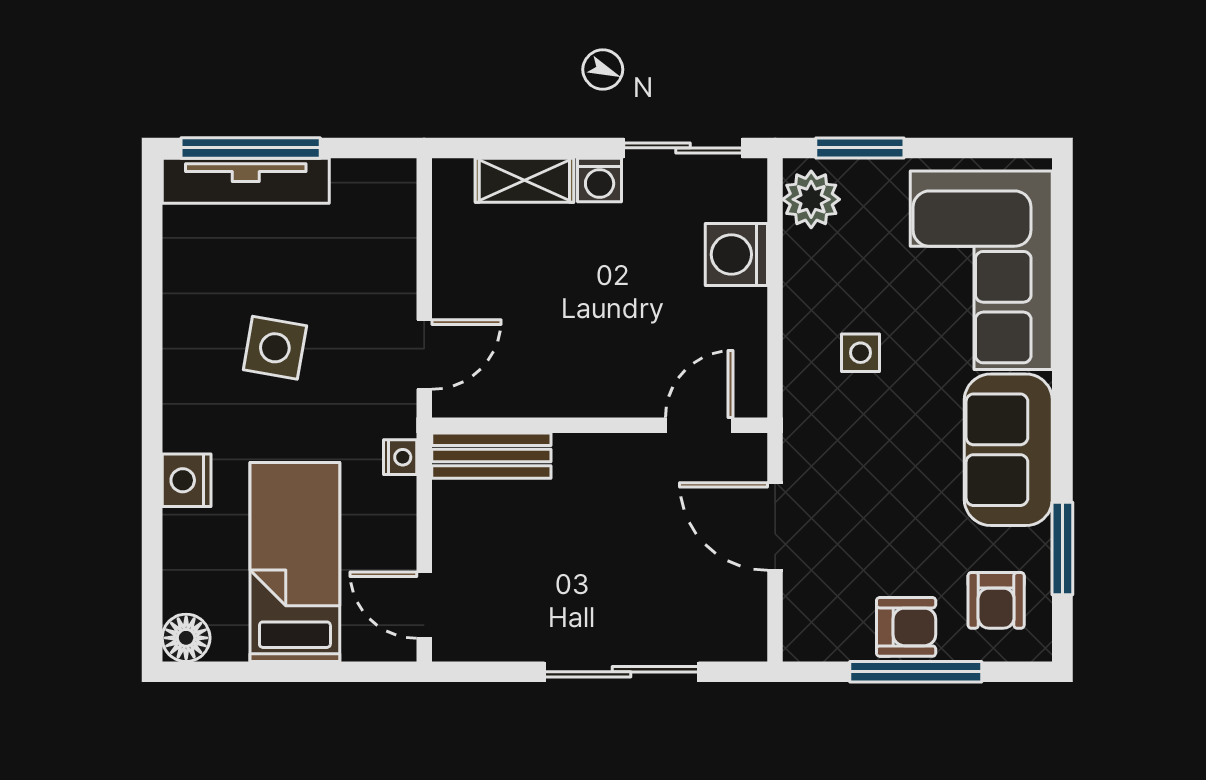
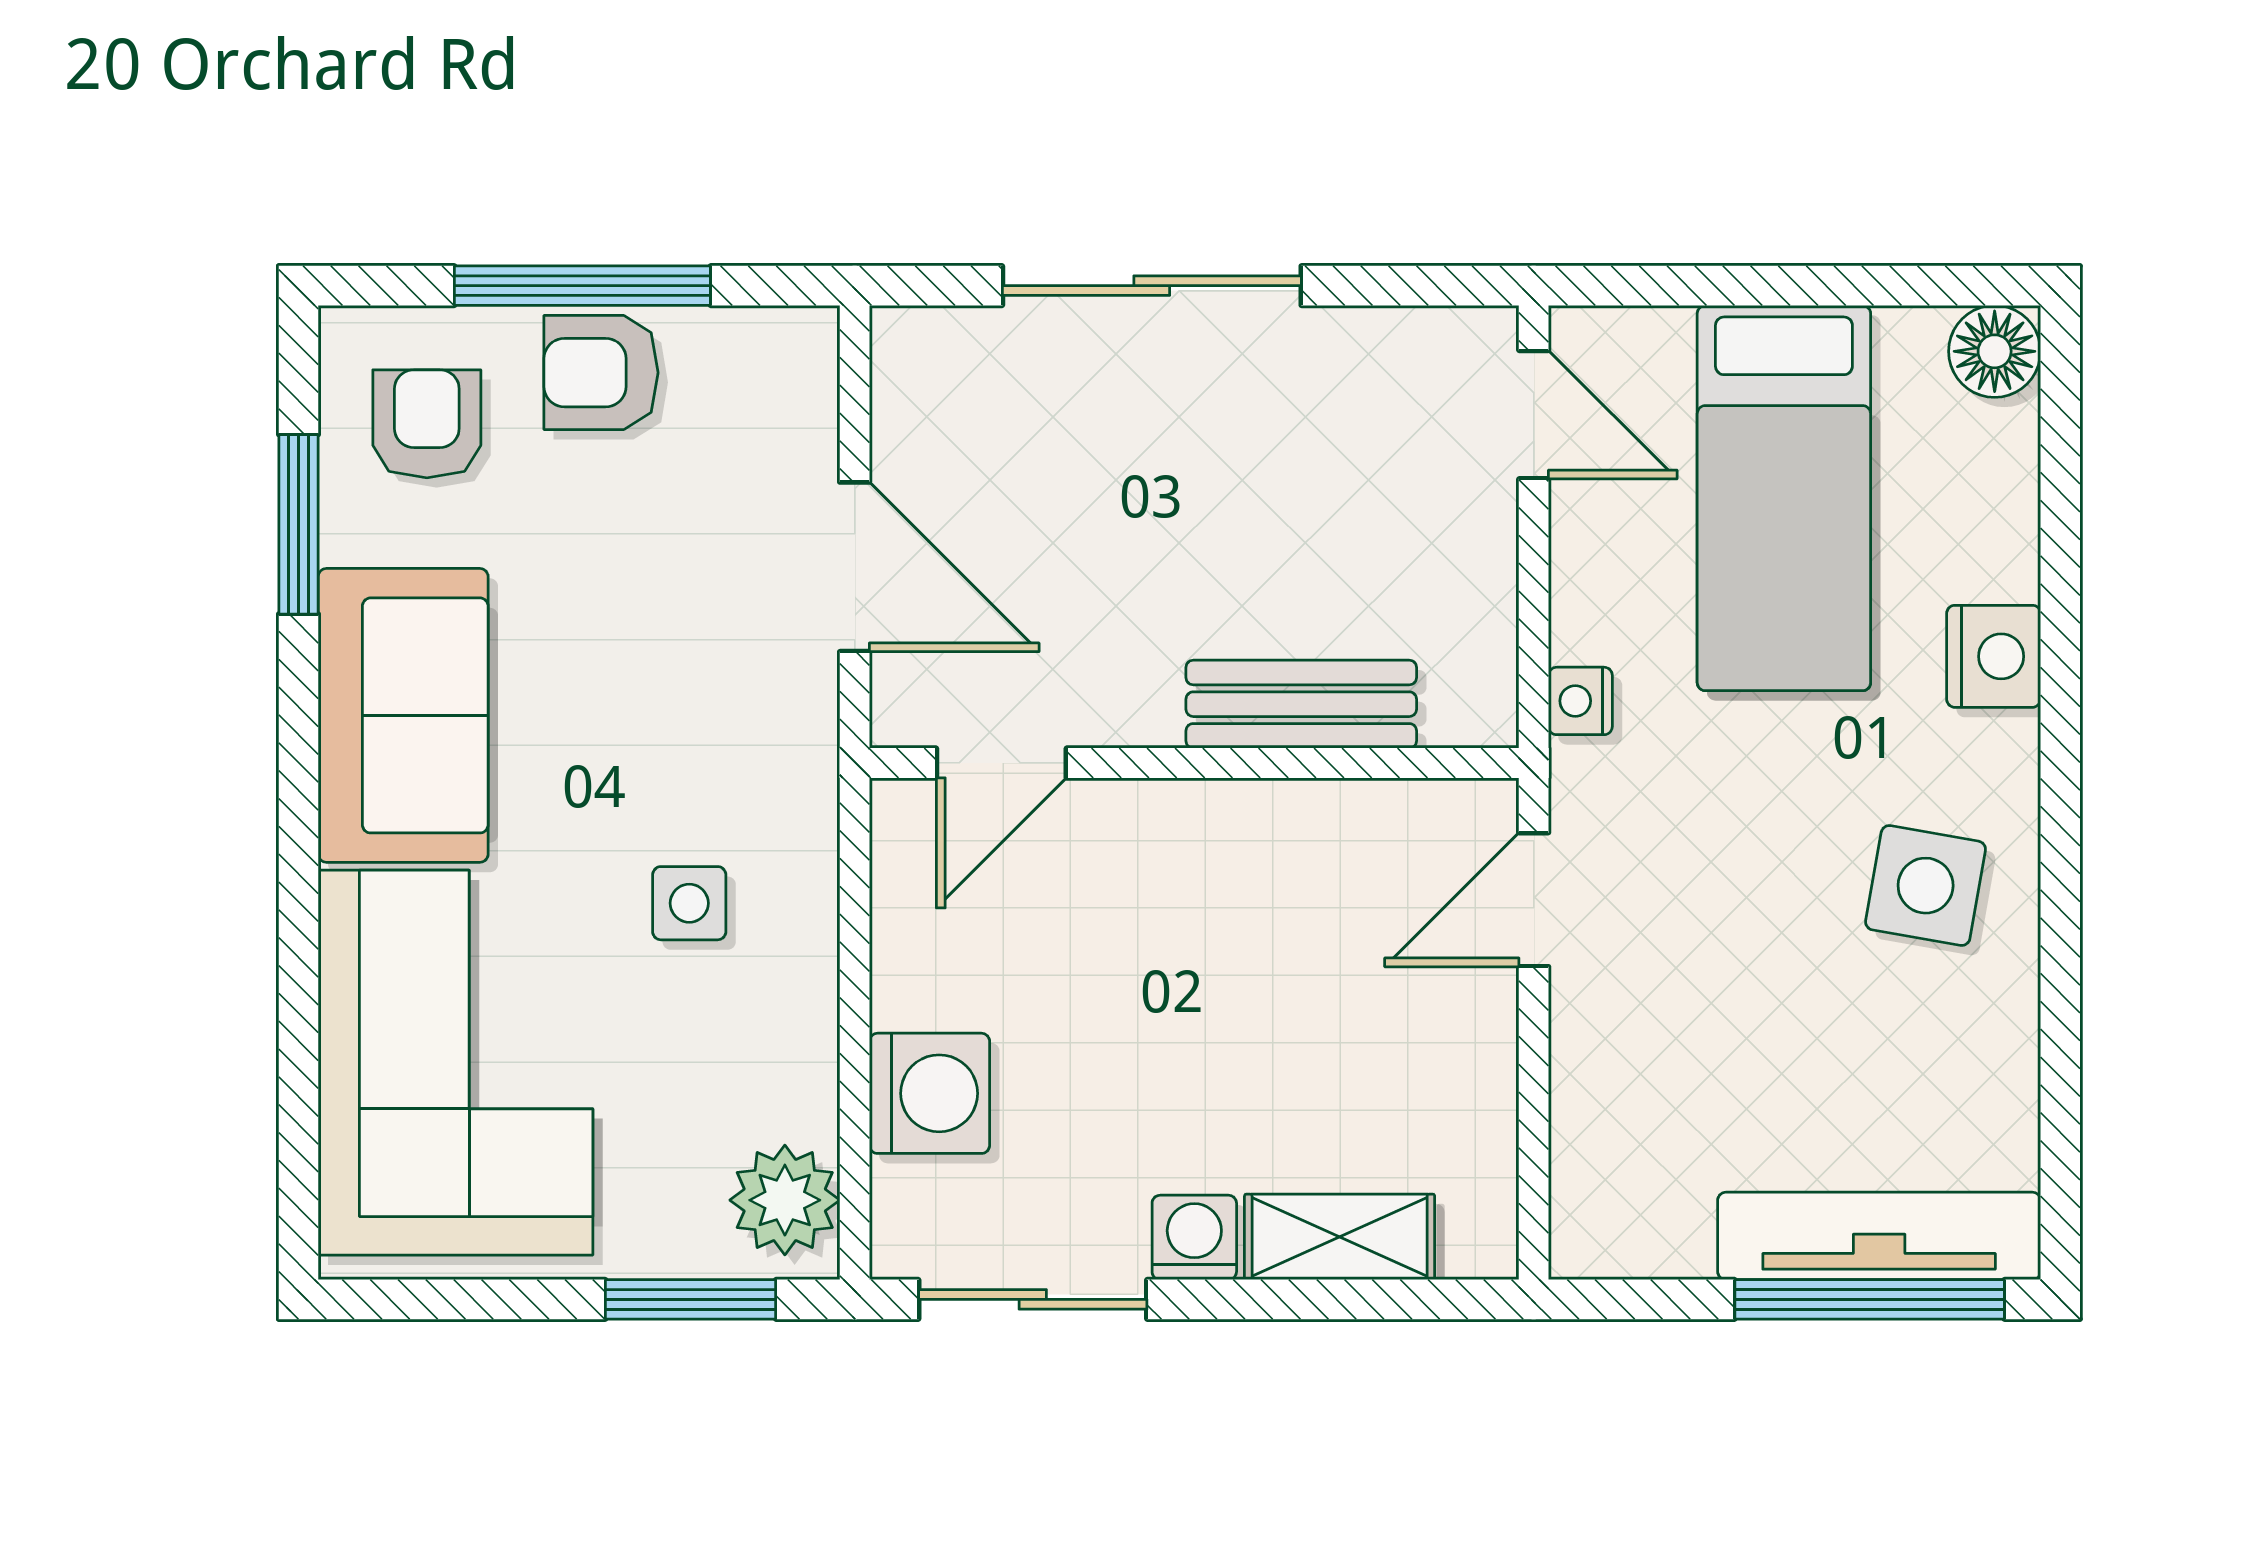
side table: (275, 348) -> (1926, 886), moved
bench: (491, 456) -> (1301, 704), moved

